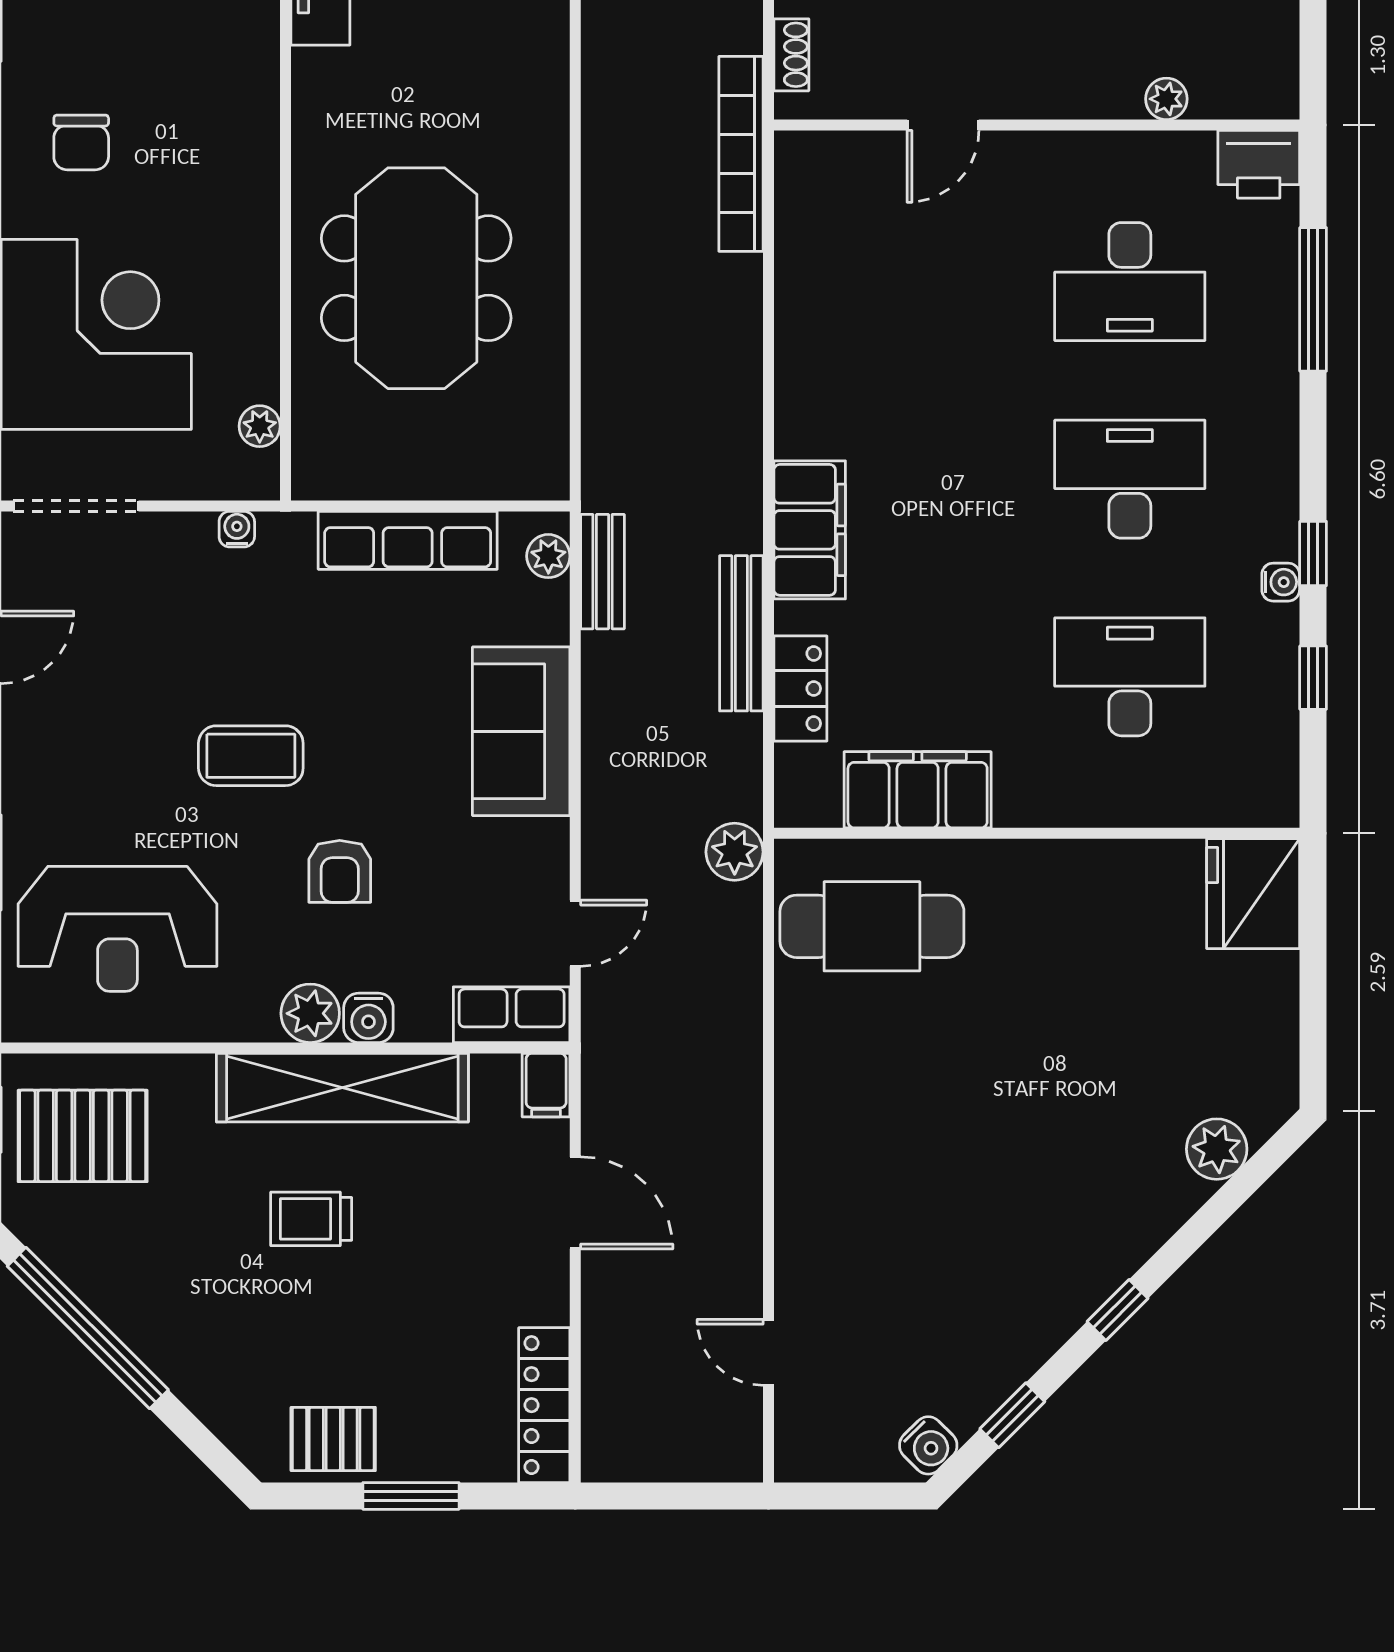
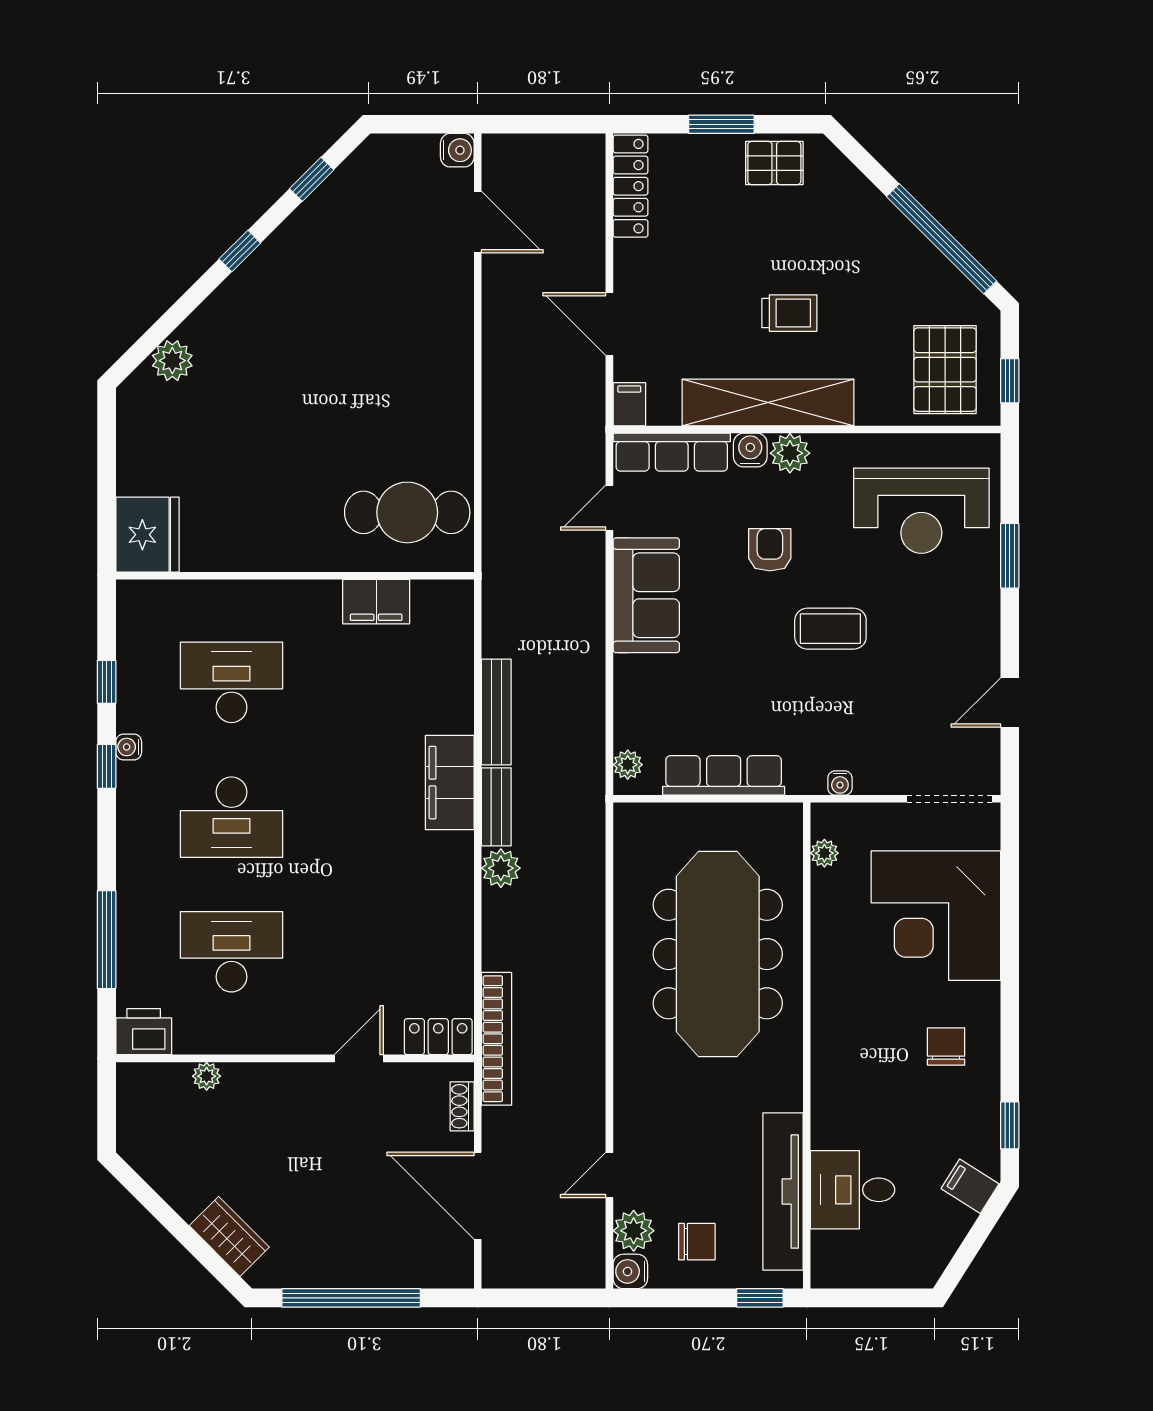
meeting table: (416, 278) -> (718, 954), width x1.36
bench: (602, 572) -> (496, 807), moved
desk: (1130, 677) -> (231, 682), turned 180
locker: (800, 688) -> (438, 1037), moved, turned 90
sofa: (521, 731) -> (646, 595), moved
filing cabinet: (918, 790) -> (376, 602), width x0.67, depth x0.86
plant: (735, 852) -> (501, 868), moved
reception desk: (117, 929) -> (921, 511), turned 180
row of seats: (512, 1015) -> (672, 452), width x1.48
pallet: (83, 1136) -> (945, 370), turned 90
door: (768, 1352) -> (478, 222), width x1.37
water cooler: (928, 1445) -> (457, 150), moved, turned 135

